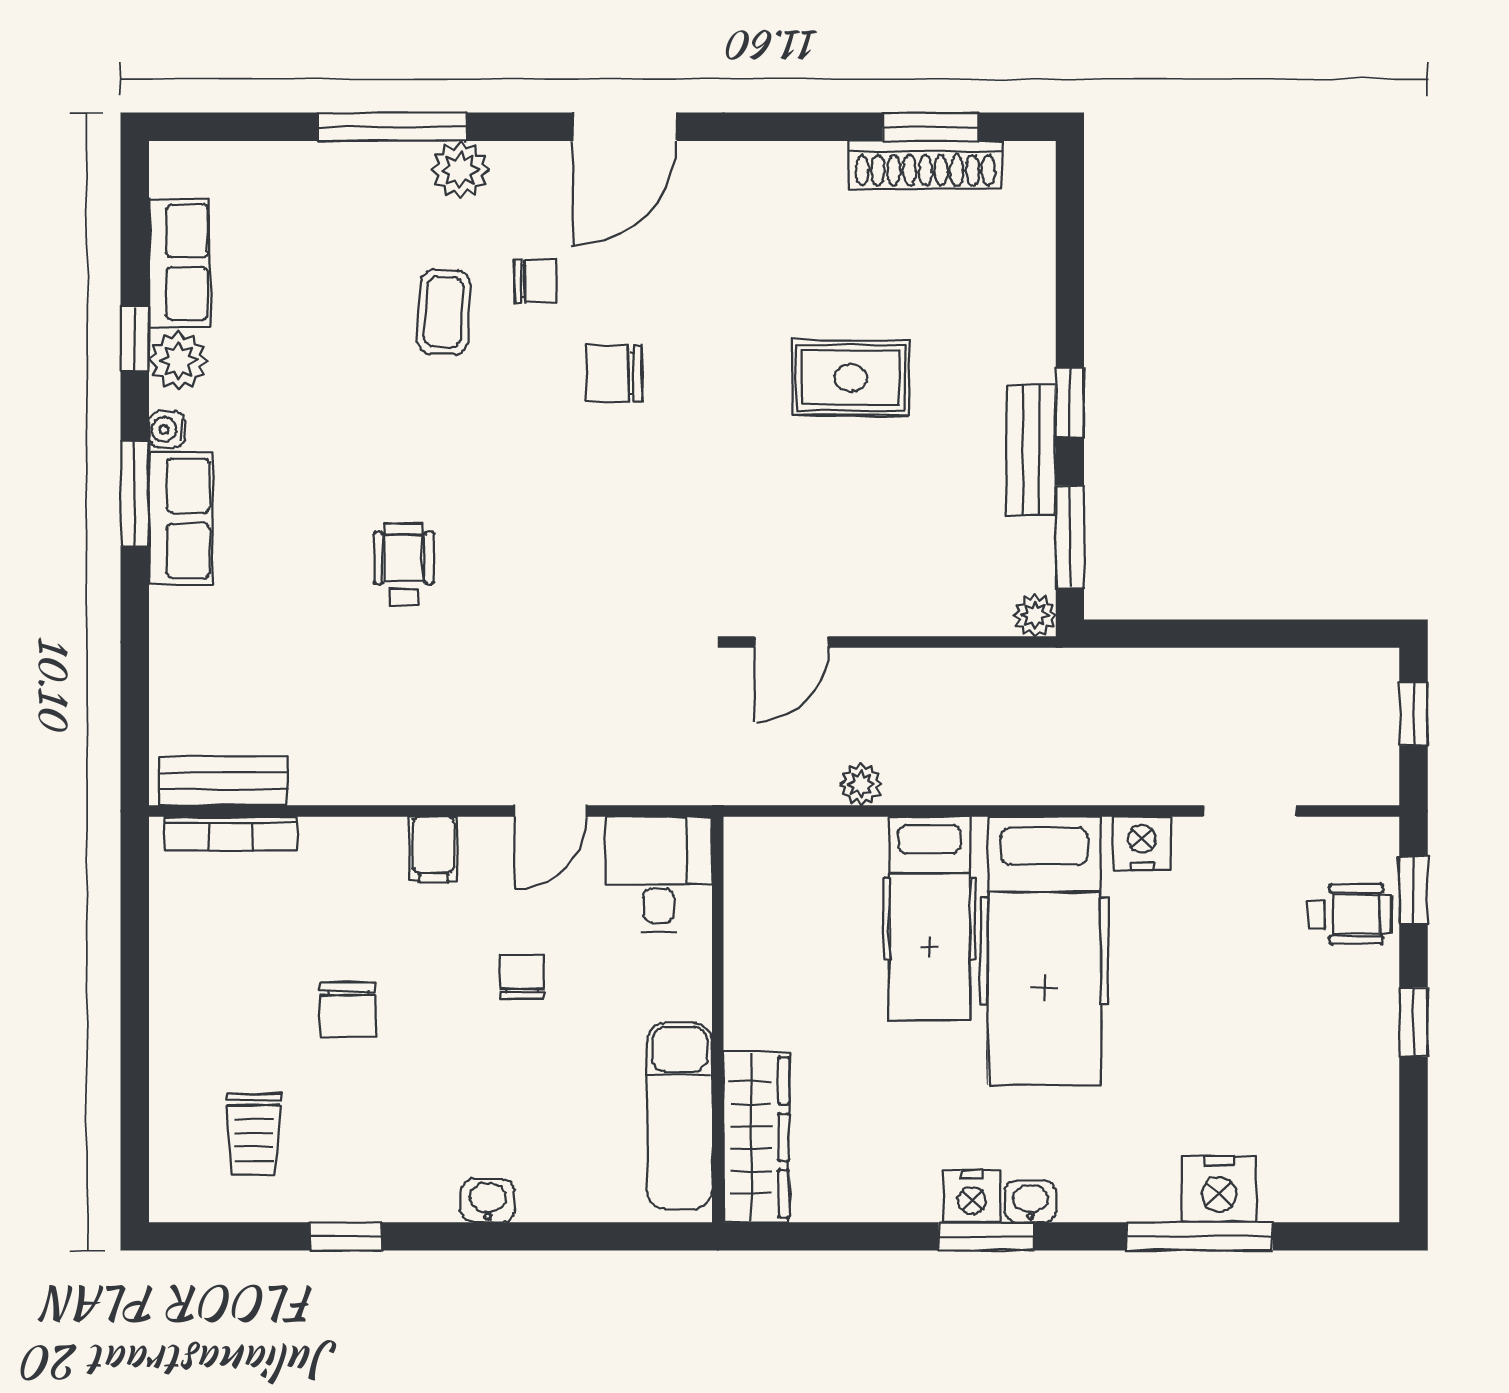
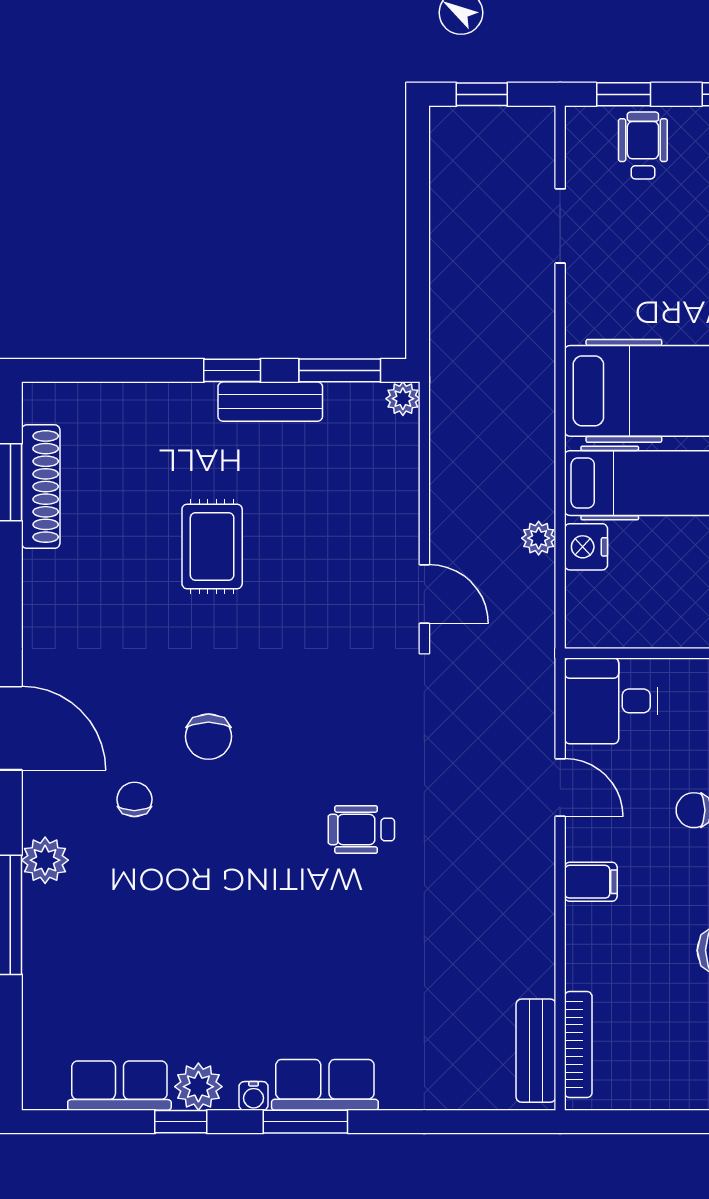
coffee table: (444, 312) -> (159, 873), removed
wheelchair: (404, 564) -> (361, 829), moved
nightstand: (1142, 843) -> (586, 547), moved

